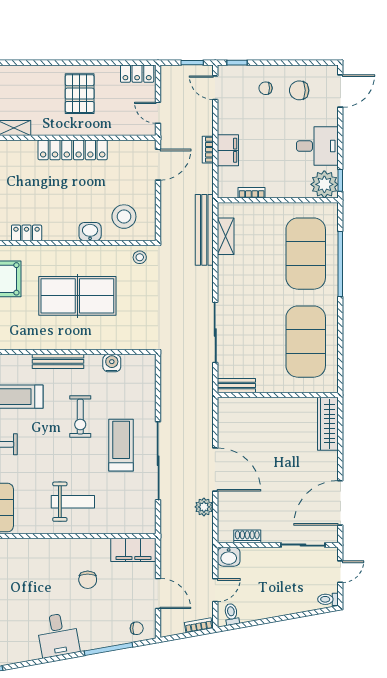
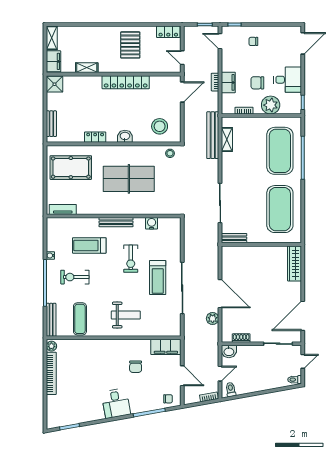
chair: (299, 90) -> (257, 83), moved
plant: (324, 184) -> (271, 105), moved
washbasin: (90, 232) -> (125, 136), moved
treadmill: (121, 445) -> (158, 278), turned 180

